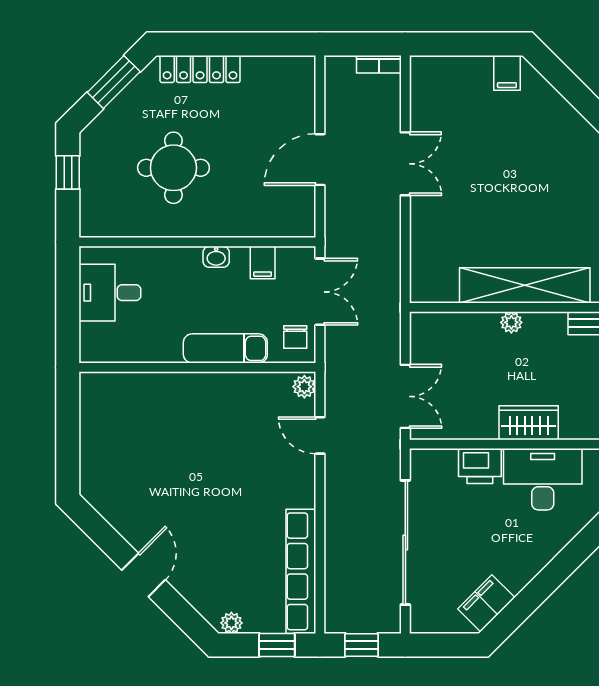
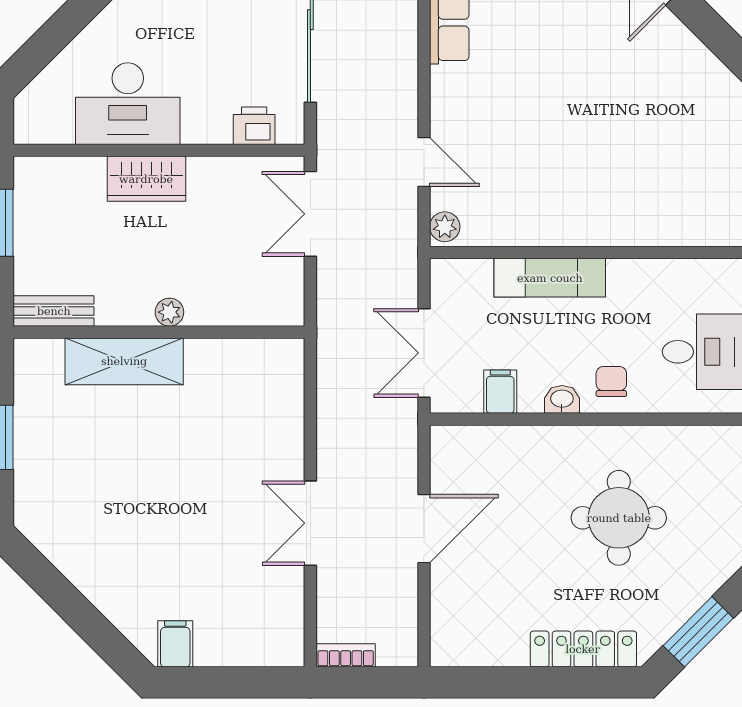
shelving: (525, 285) -> (124, 361), width x0.68
chair: (295, 337) -> (611, 381), moved
printer: (480, 466) -> (254, 126), moved, width x0.73, depth x0.81

